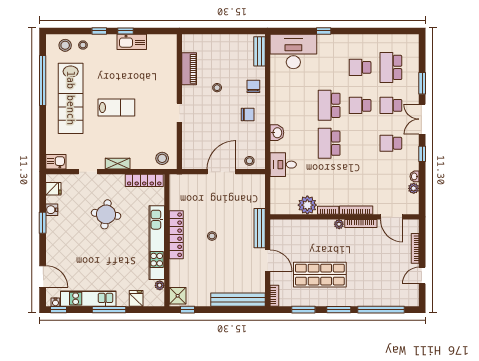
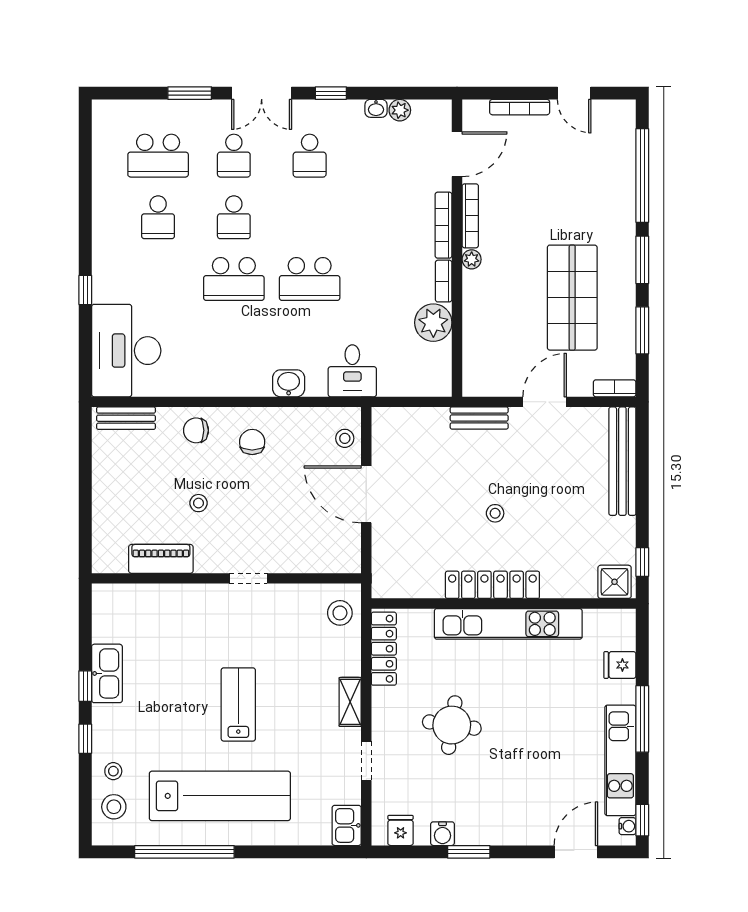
bench: (260, 228) -> (479, 418), width x0.73
plant: (160, 285) -> (594, 618), removed

